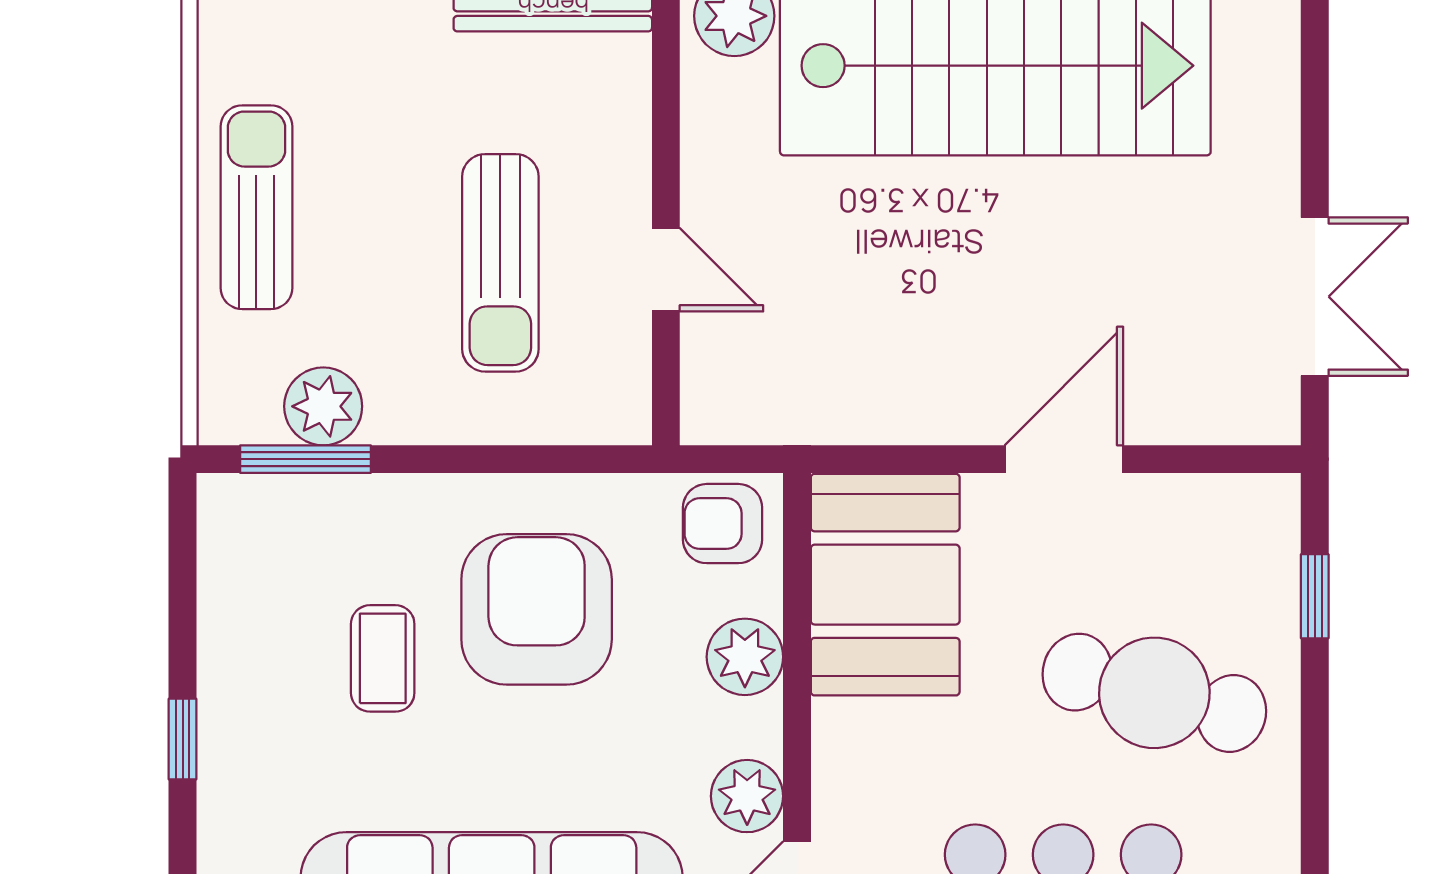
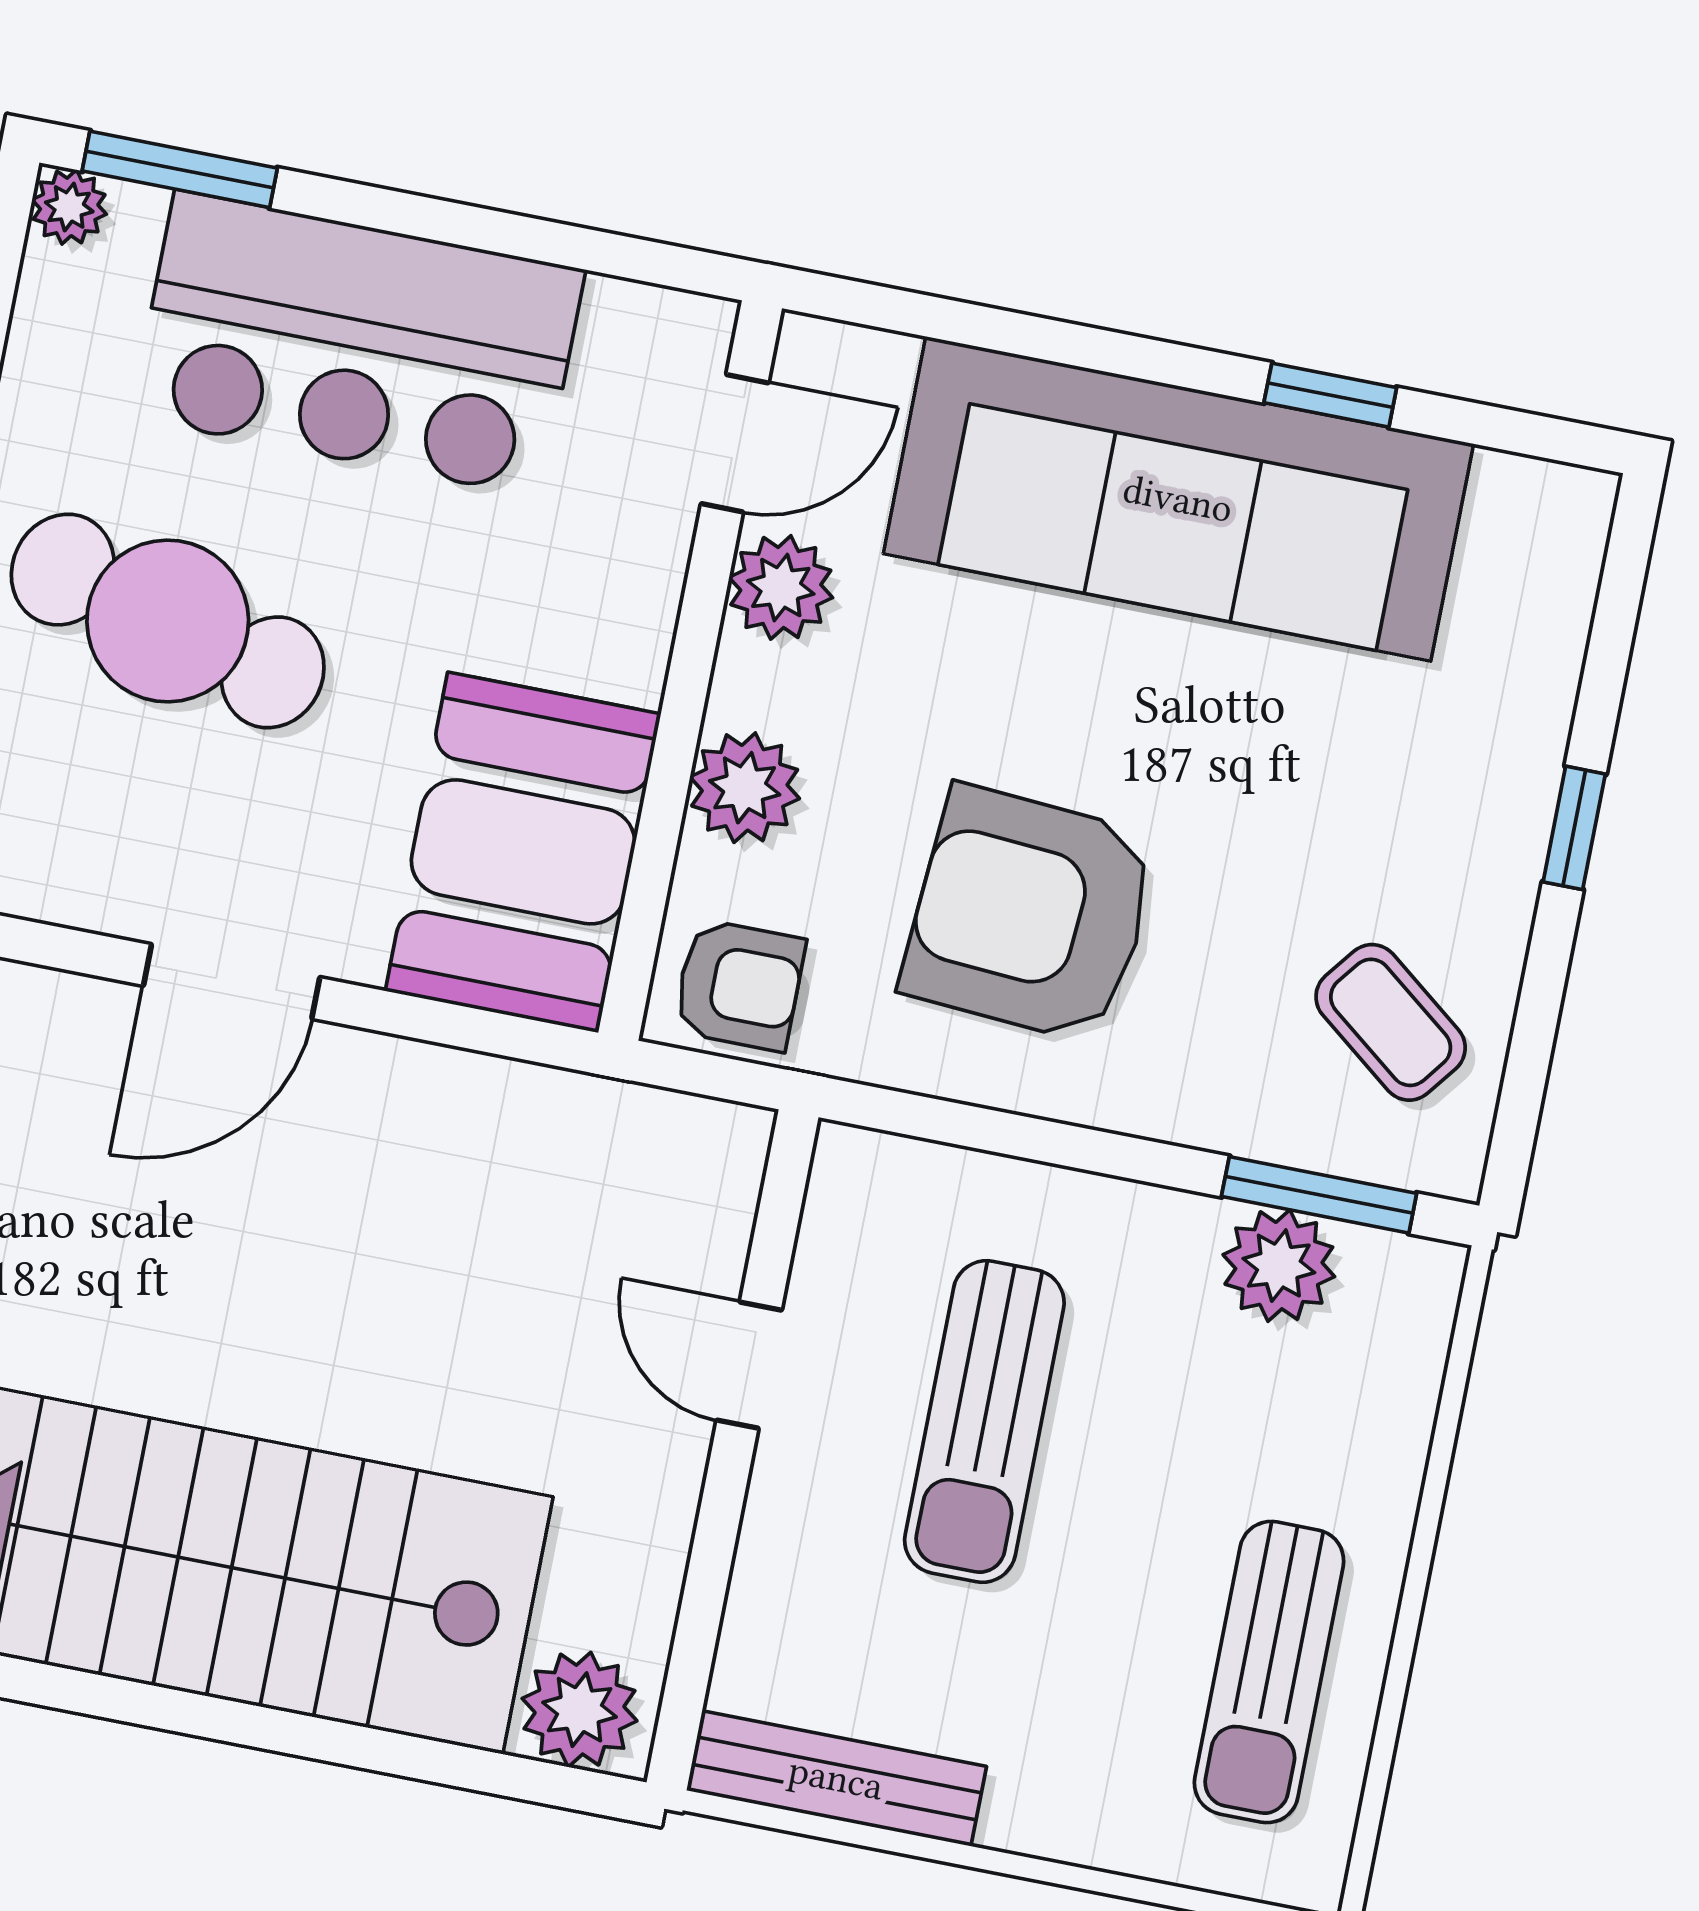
sun lounger: (256, 207) -> (1269, 1672), moved
sun lounger: (500, 263) -> (984, 1422), turned 180
armchair: (537, 609) -> (1030, 914), turned 94
coffee table: (383, 658) -> (1391, 1022), moved, turned -52

